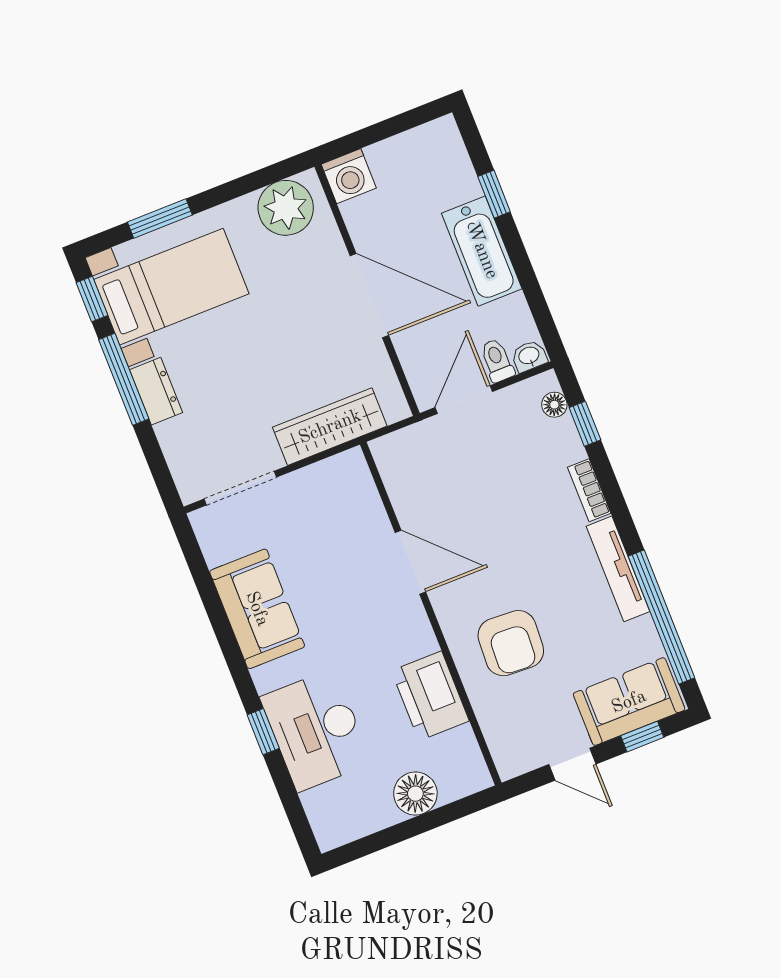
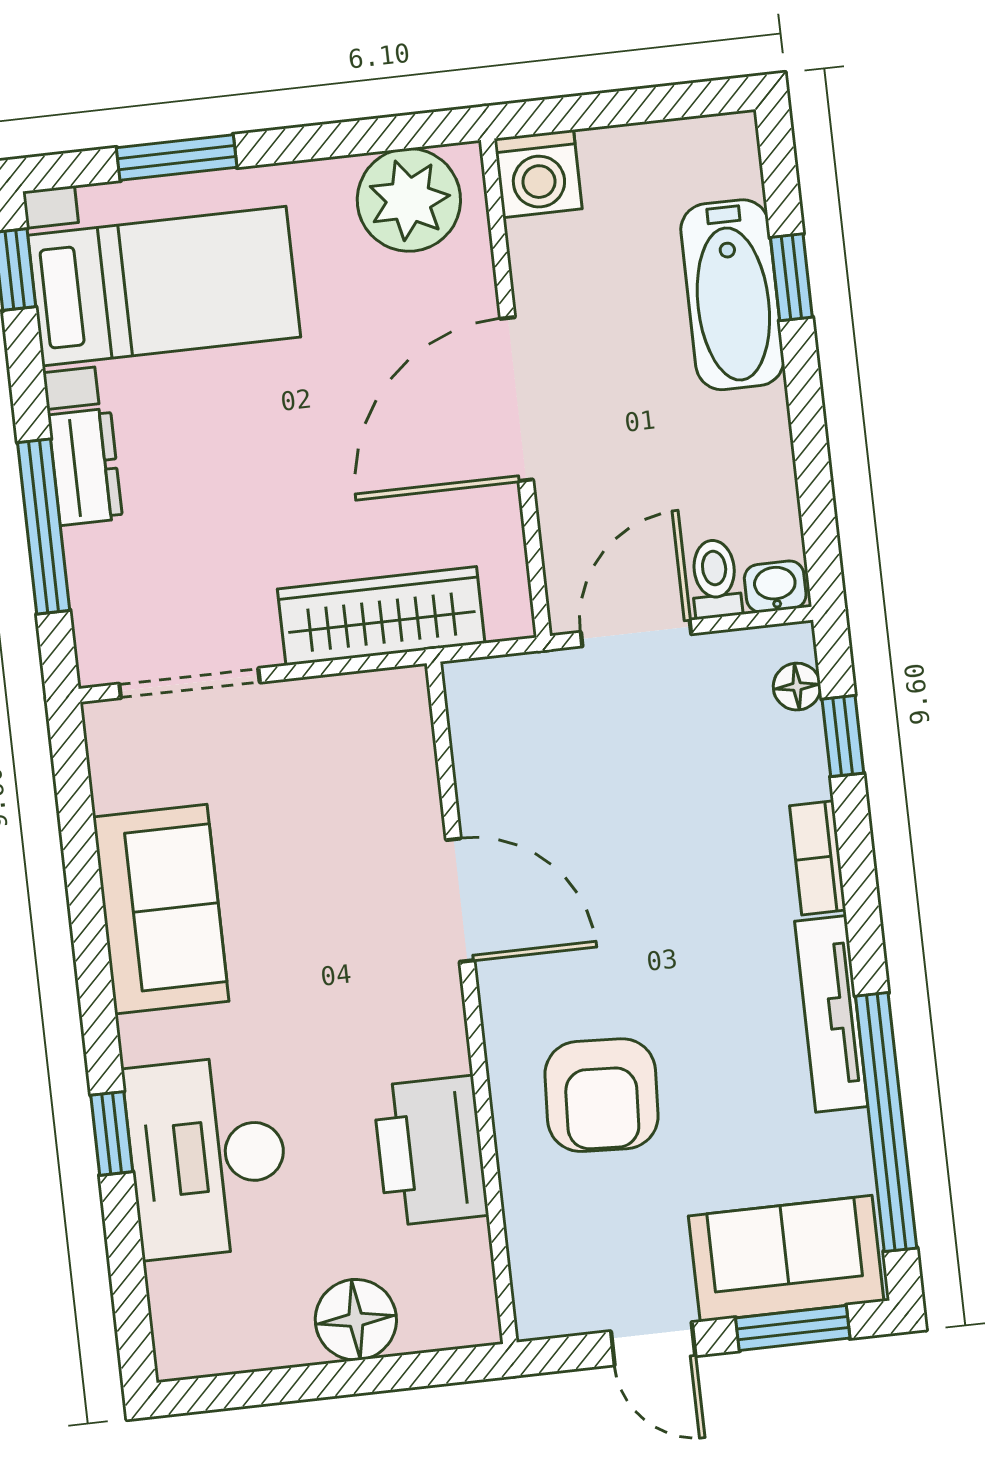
bathtub: (482, 251) -> (732, 295), moved
door: (369, 296) -> (517, 399), swing flipped
window: (124, 379) -> (44, 526), moved
window: (642, 737) -> (793, 1328), width x1.50

